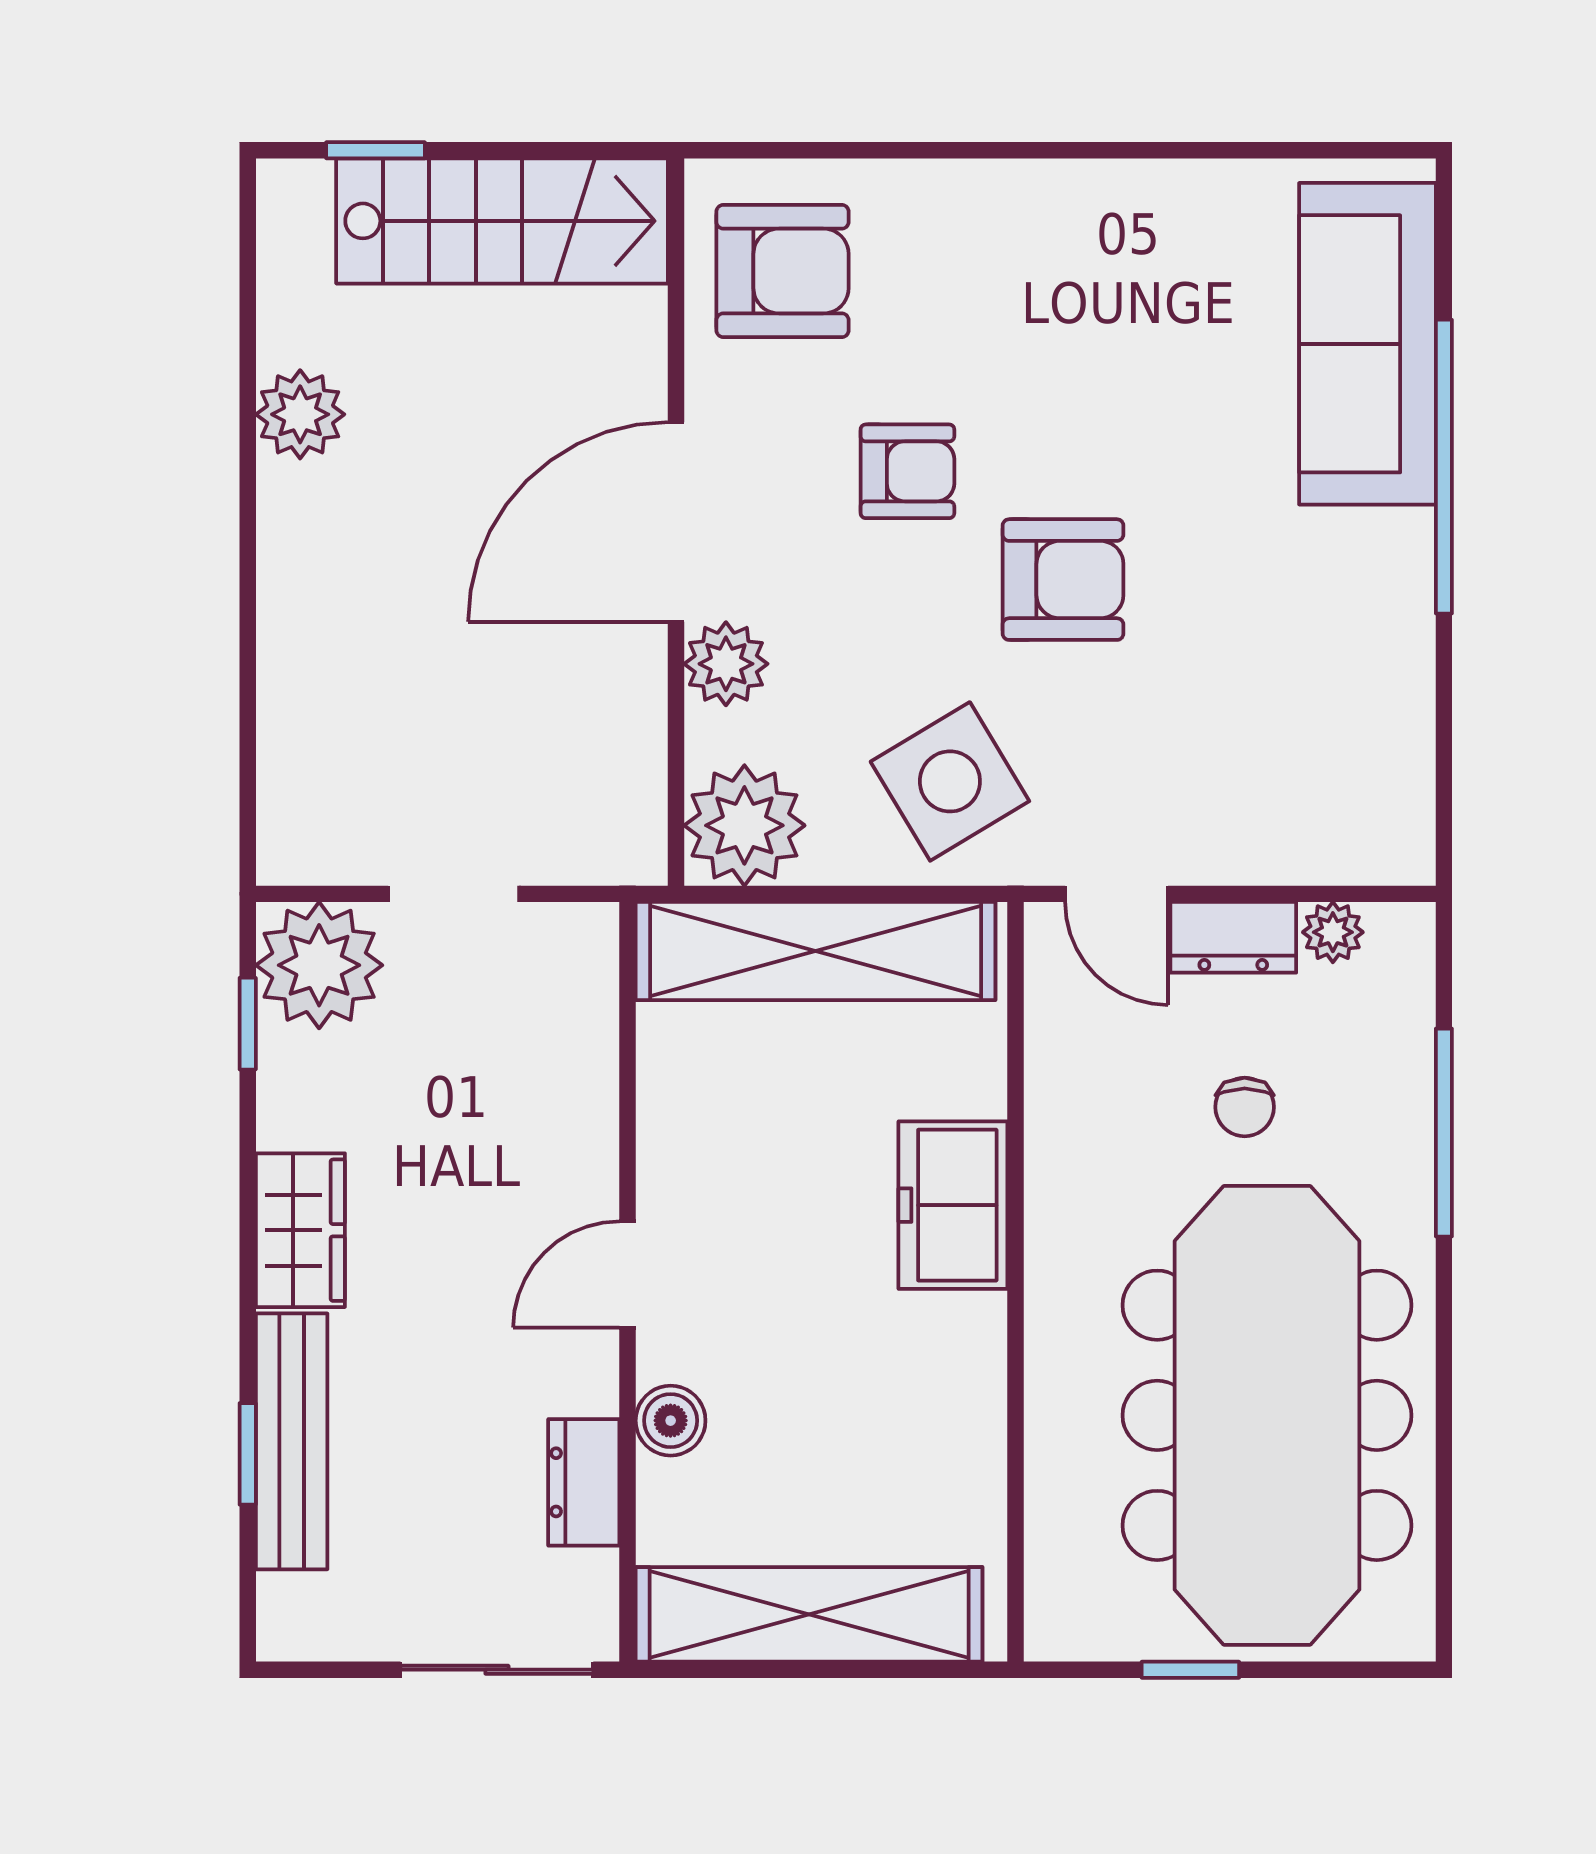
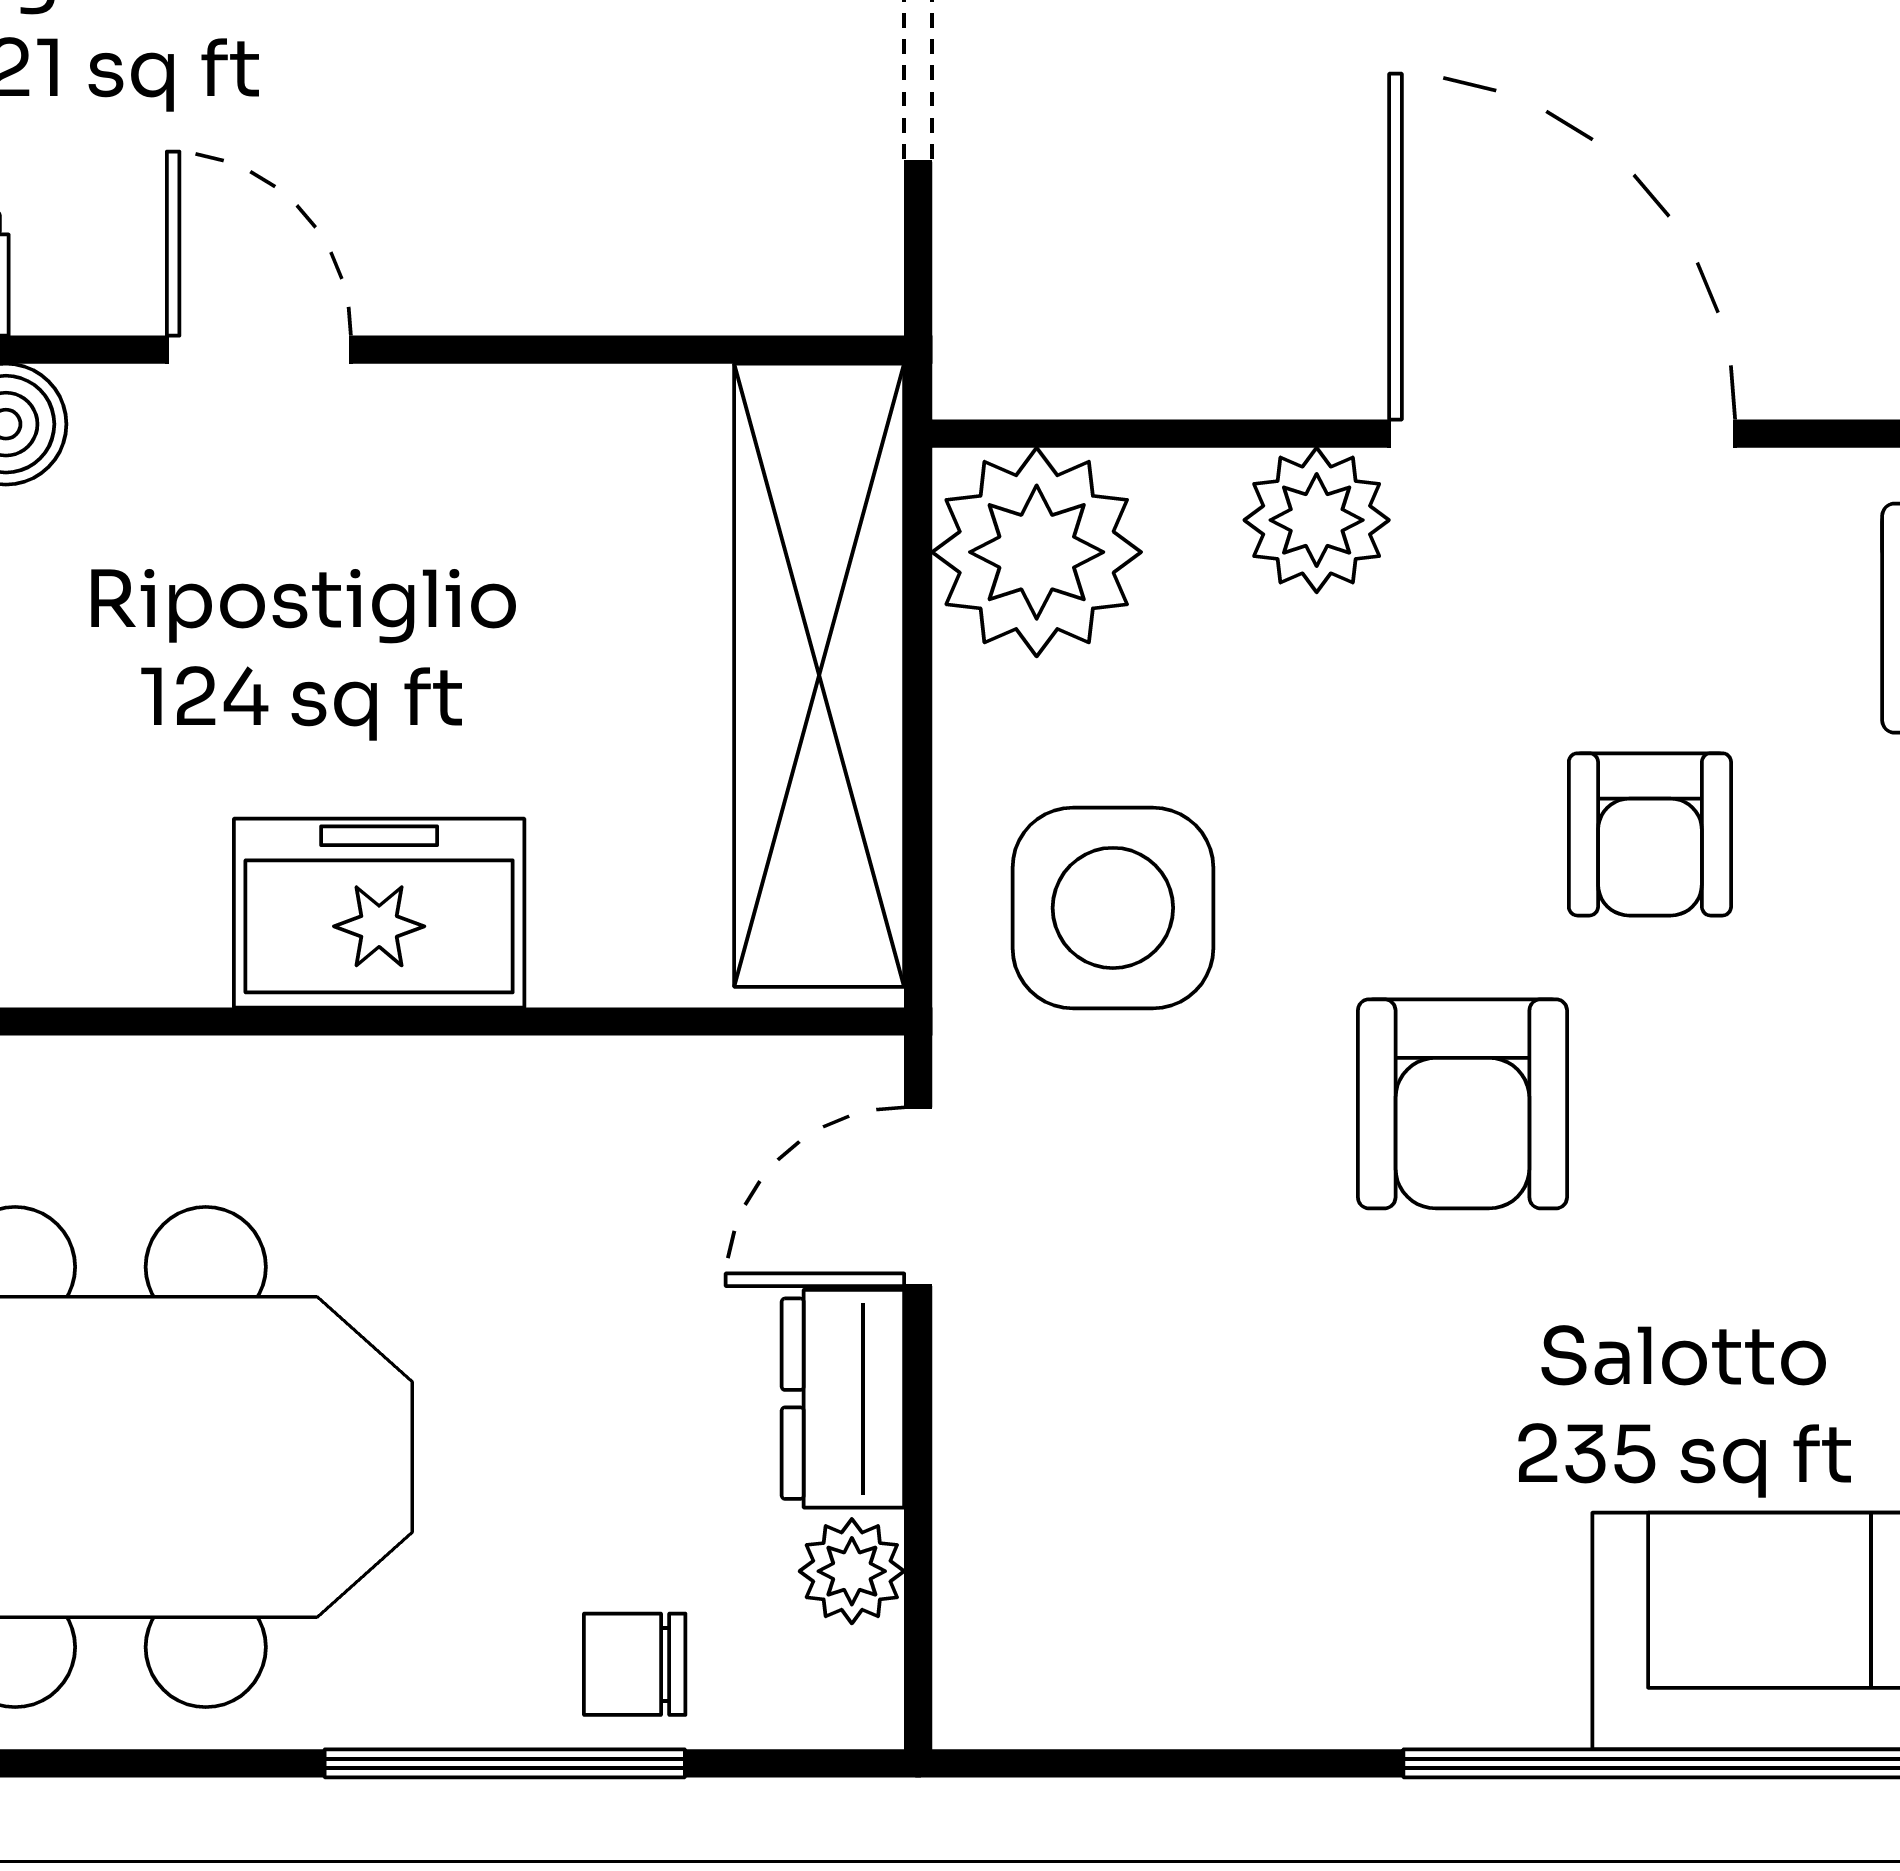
side table: (950, 781) -> (1113, 908), turned 31
chair: (1245, 1107) -> (635, 1664), moved

